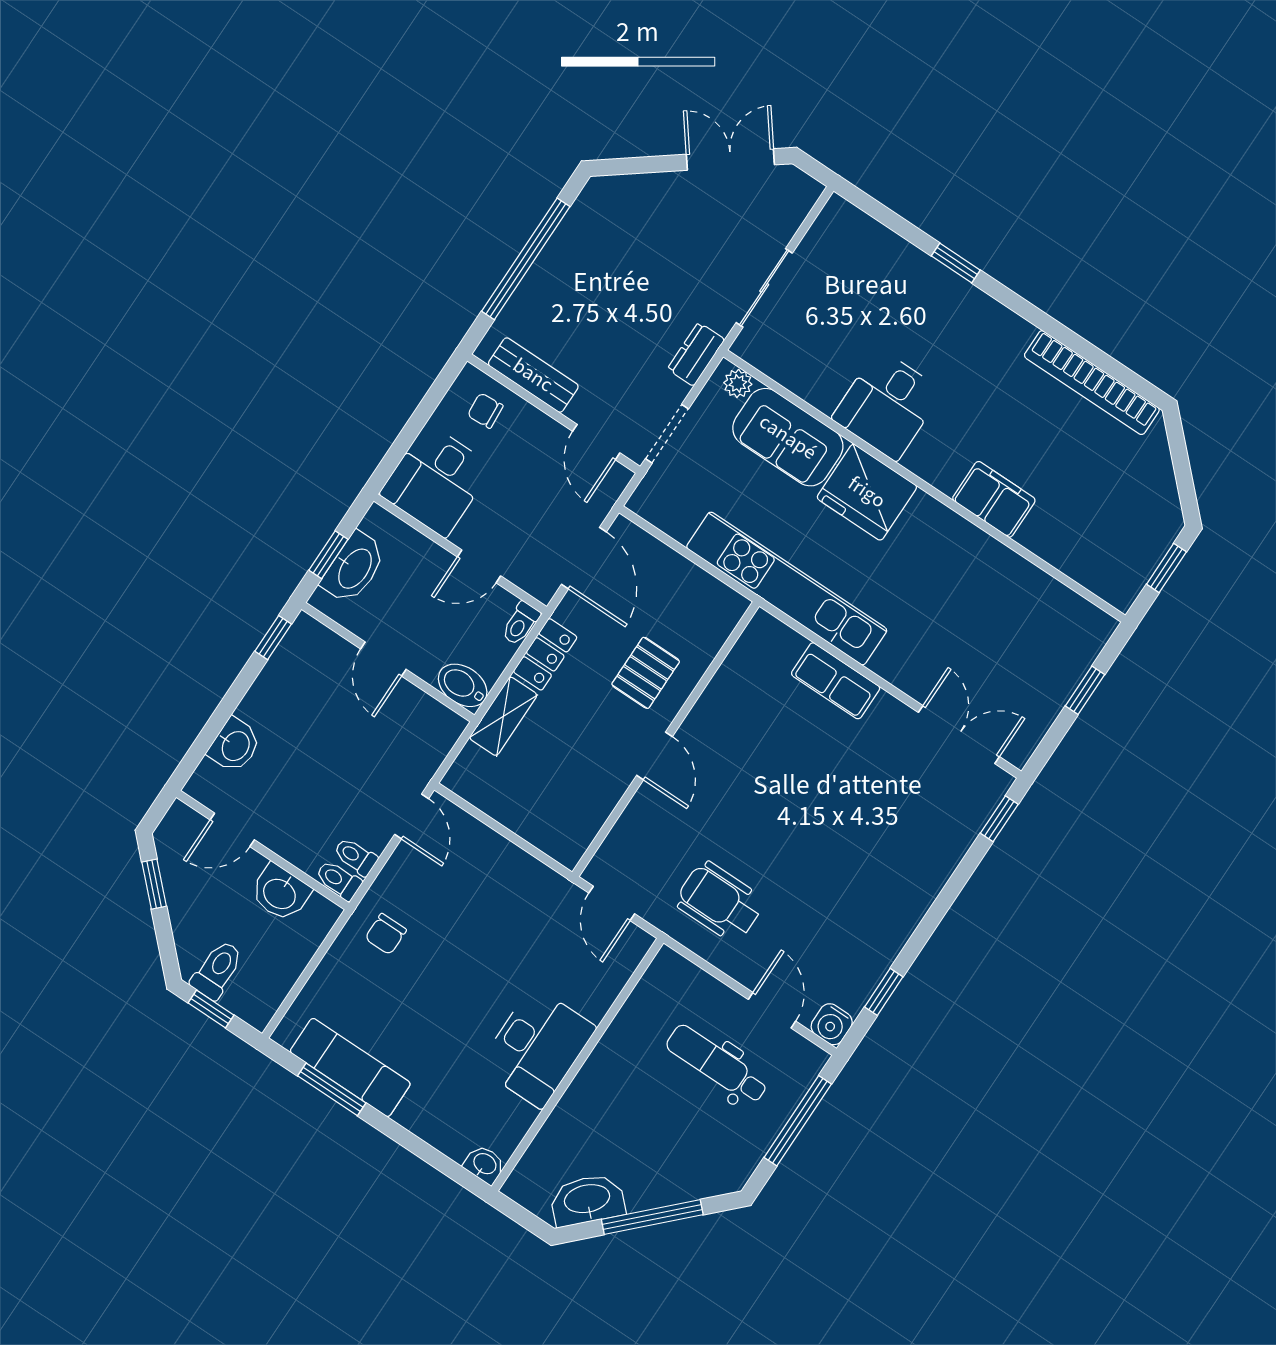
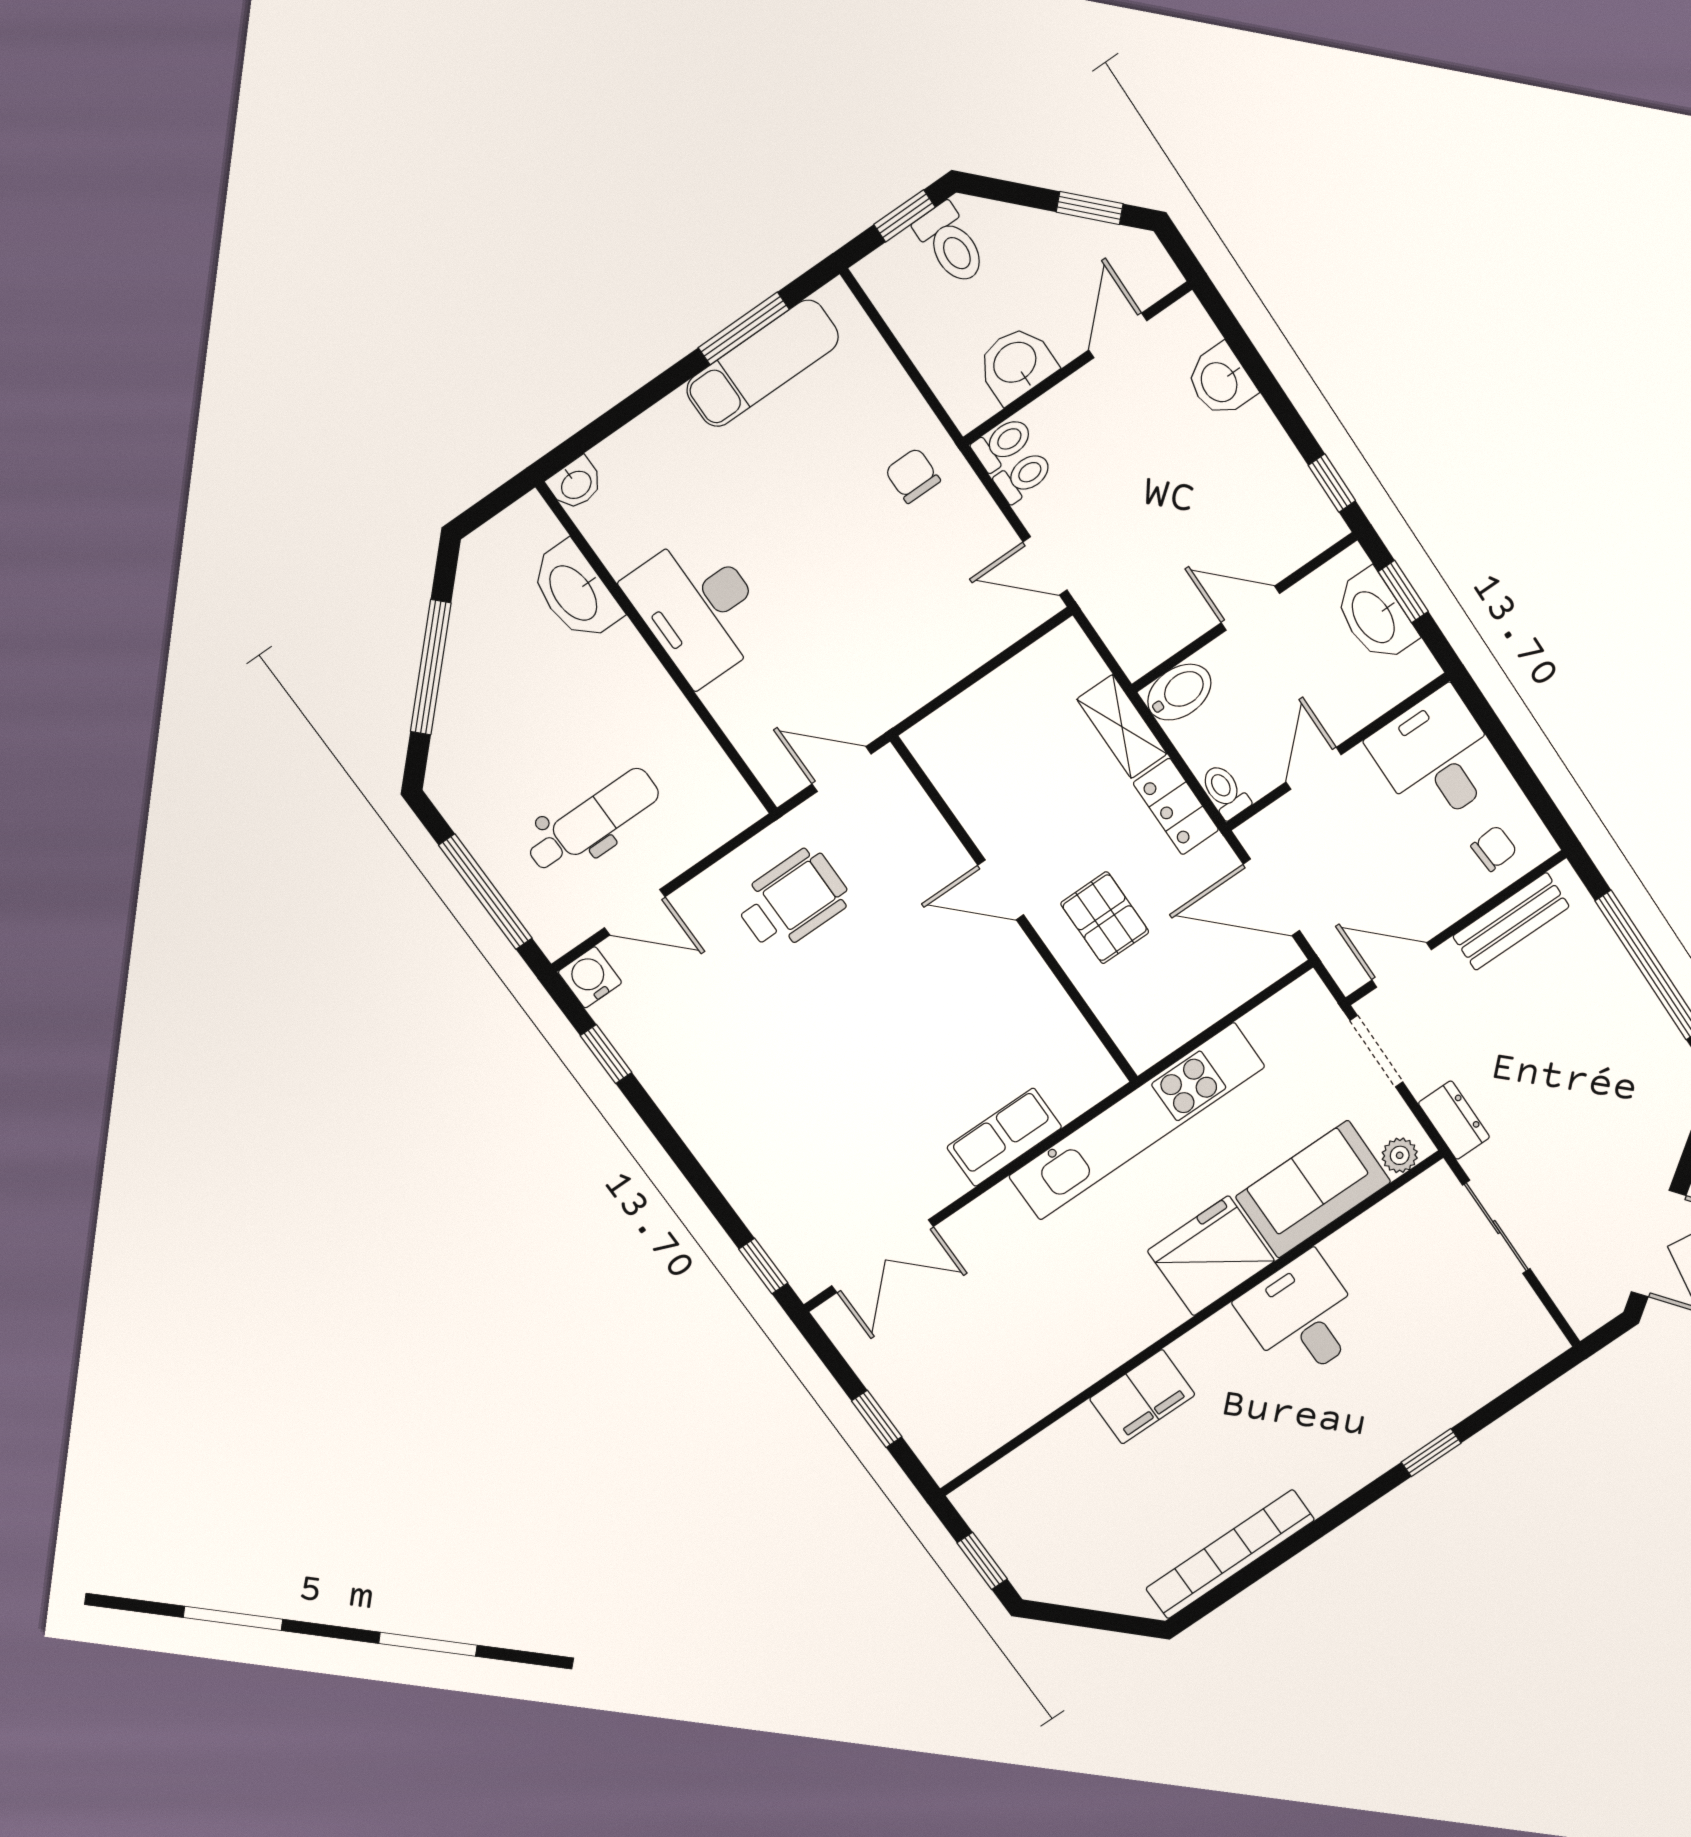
washbasin: (587, 1200) -> (575, 592), moved, turned 135

